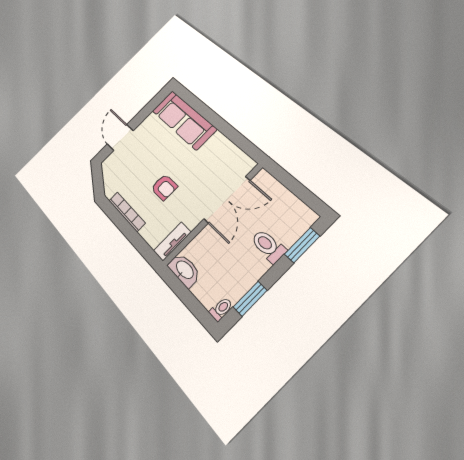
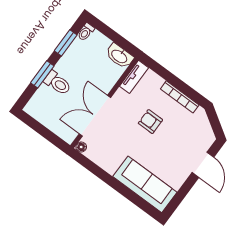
floor lamp: (249, 164) -> (81, 147), added
window: (302, 245) -> (42, 74), moved

